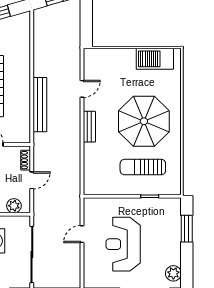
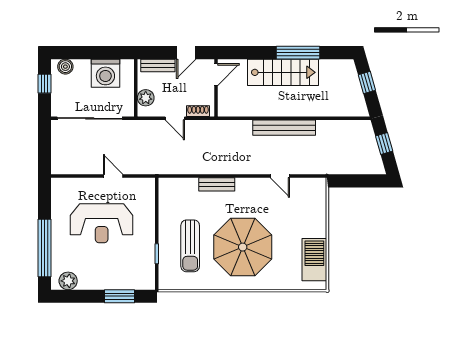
bench: (40, 105) -> (284, 128), moved
bench: (89, 127) -> (217, 184), moved
sun lounger: (143, 167) -> (190, 246), turned 180
reception desk: (123, 244) -> (102, 223), turned 180

